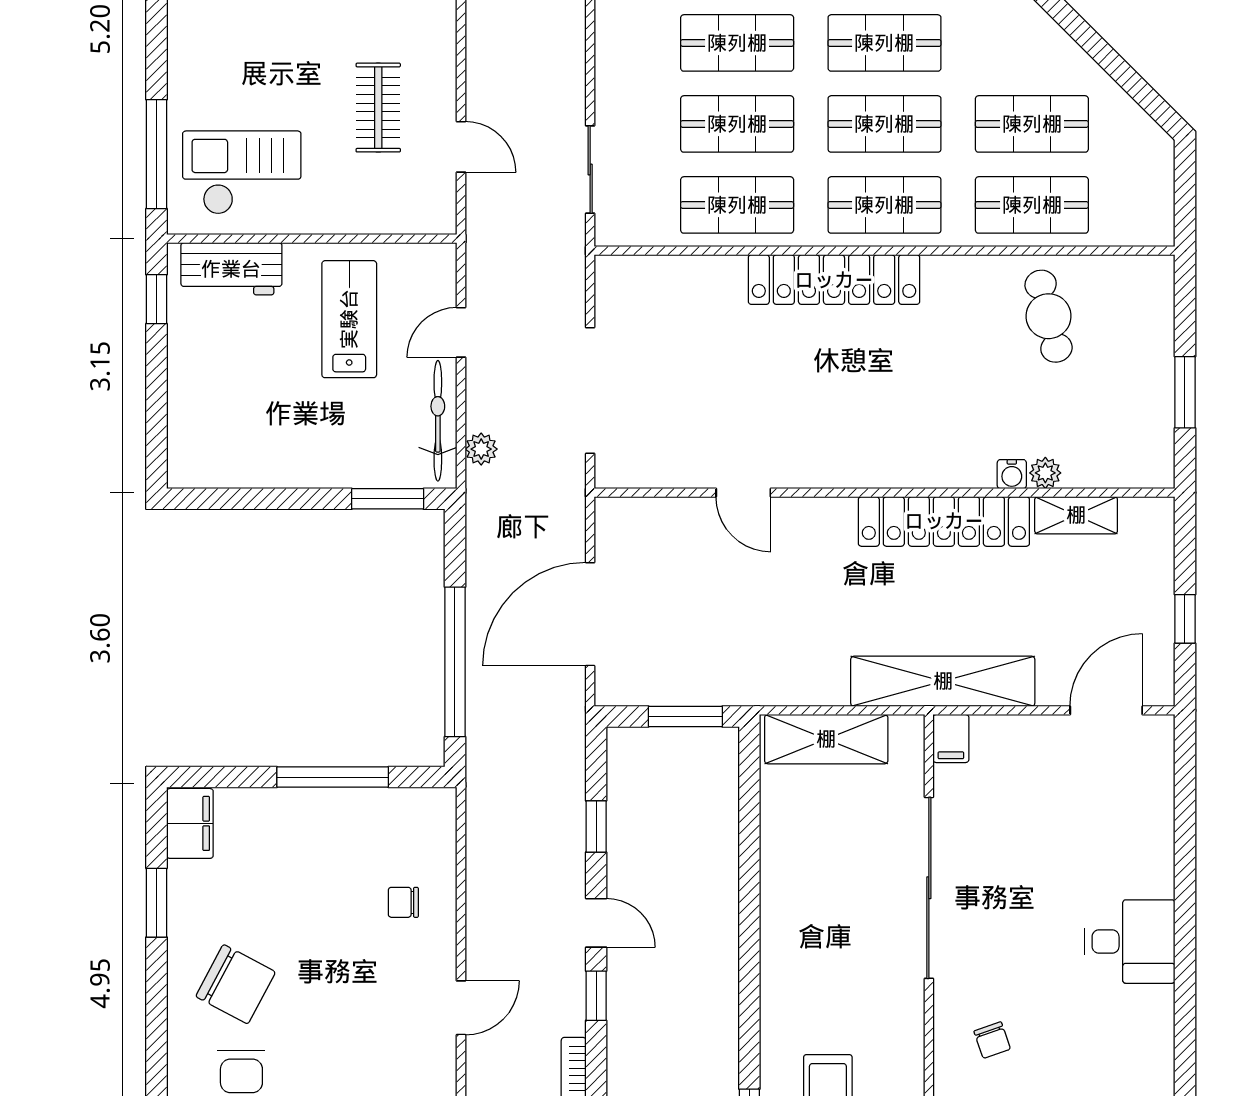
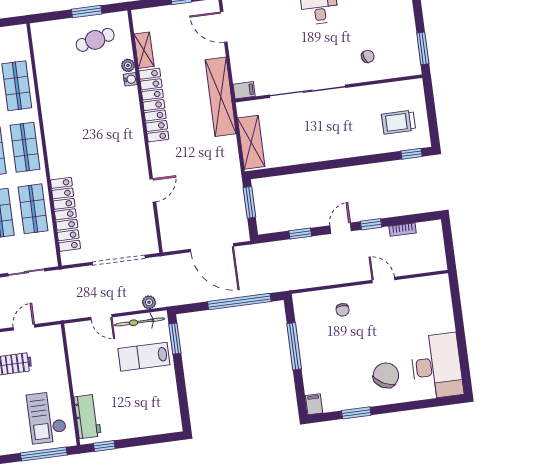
locker: (834, 280) -> (65, 214), moved
cafe table: (1049, 316) -> (95, 40), moved
lab bench: (349, 319) -> (144, 357), moved
filing cabinet: (190, 823) -> (314, 404), width x0.50

